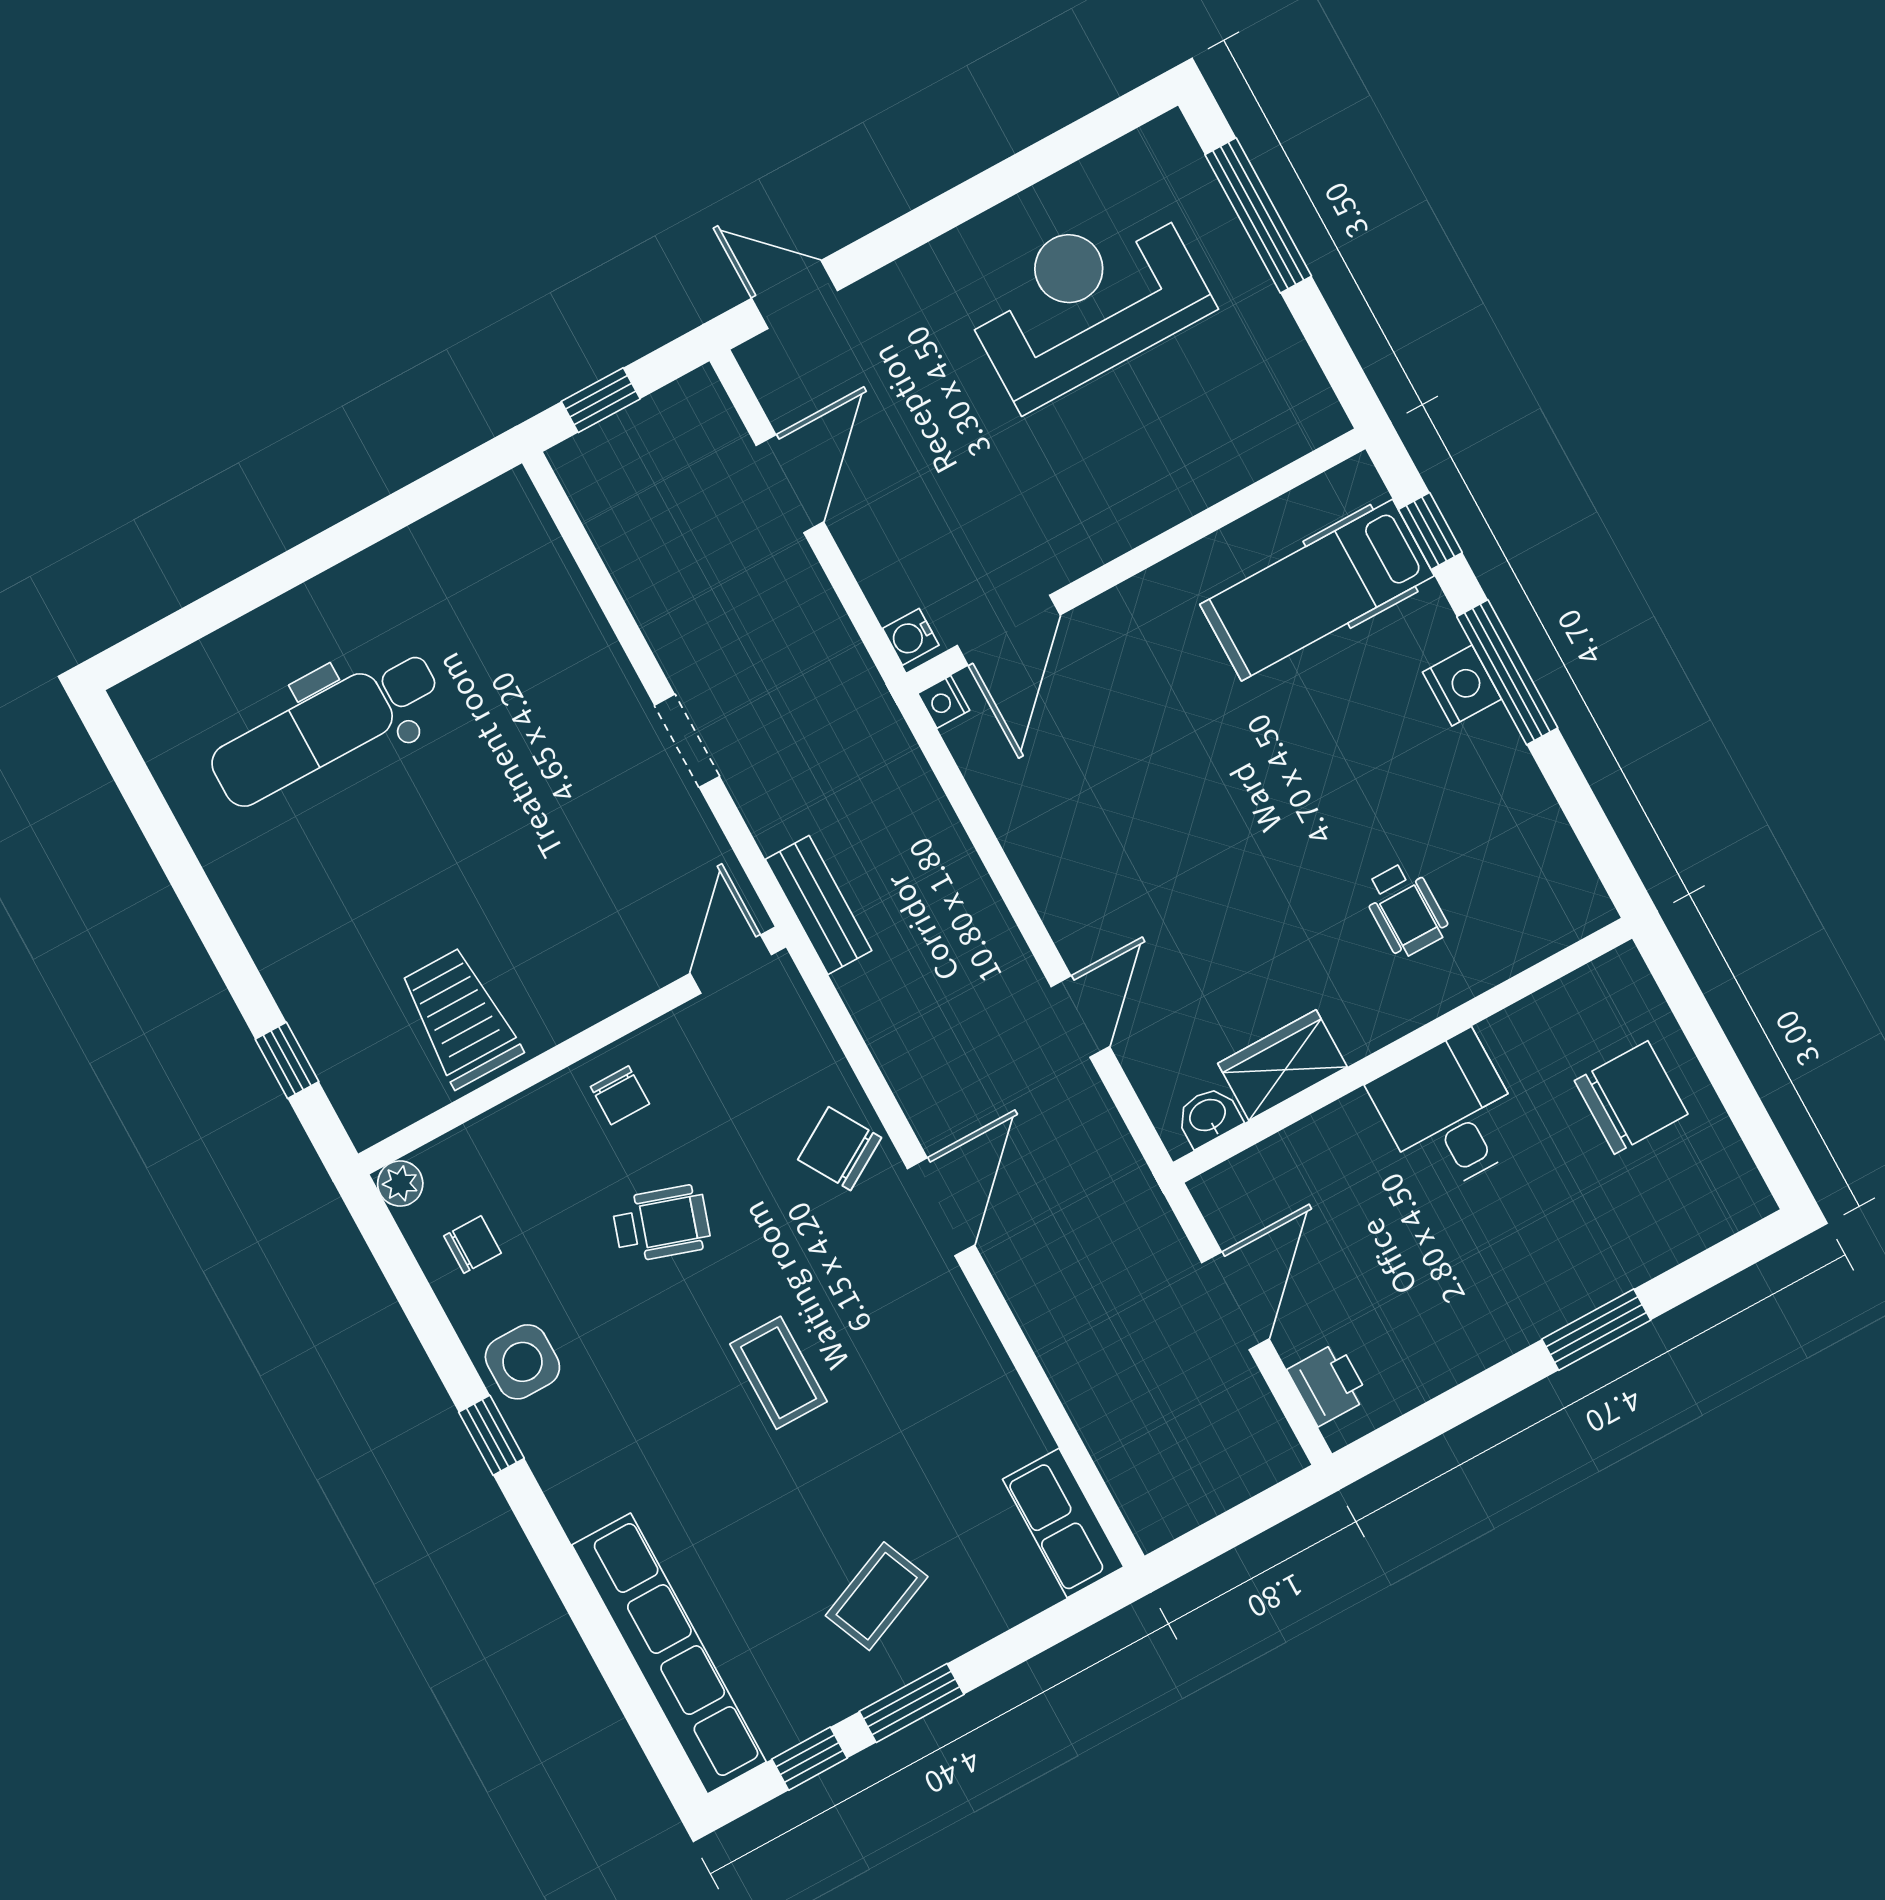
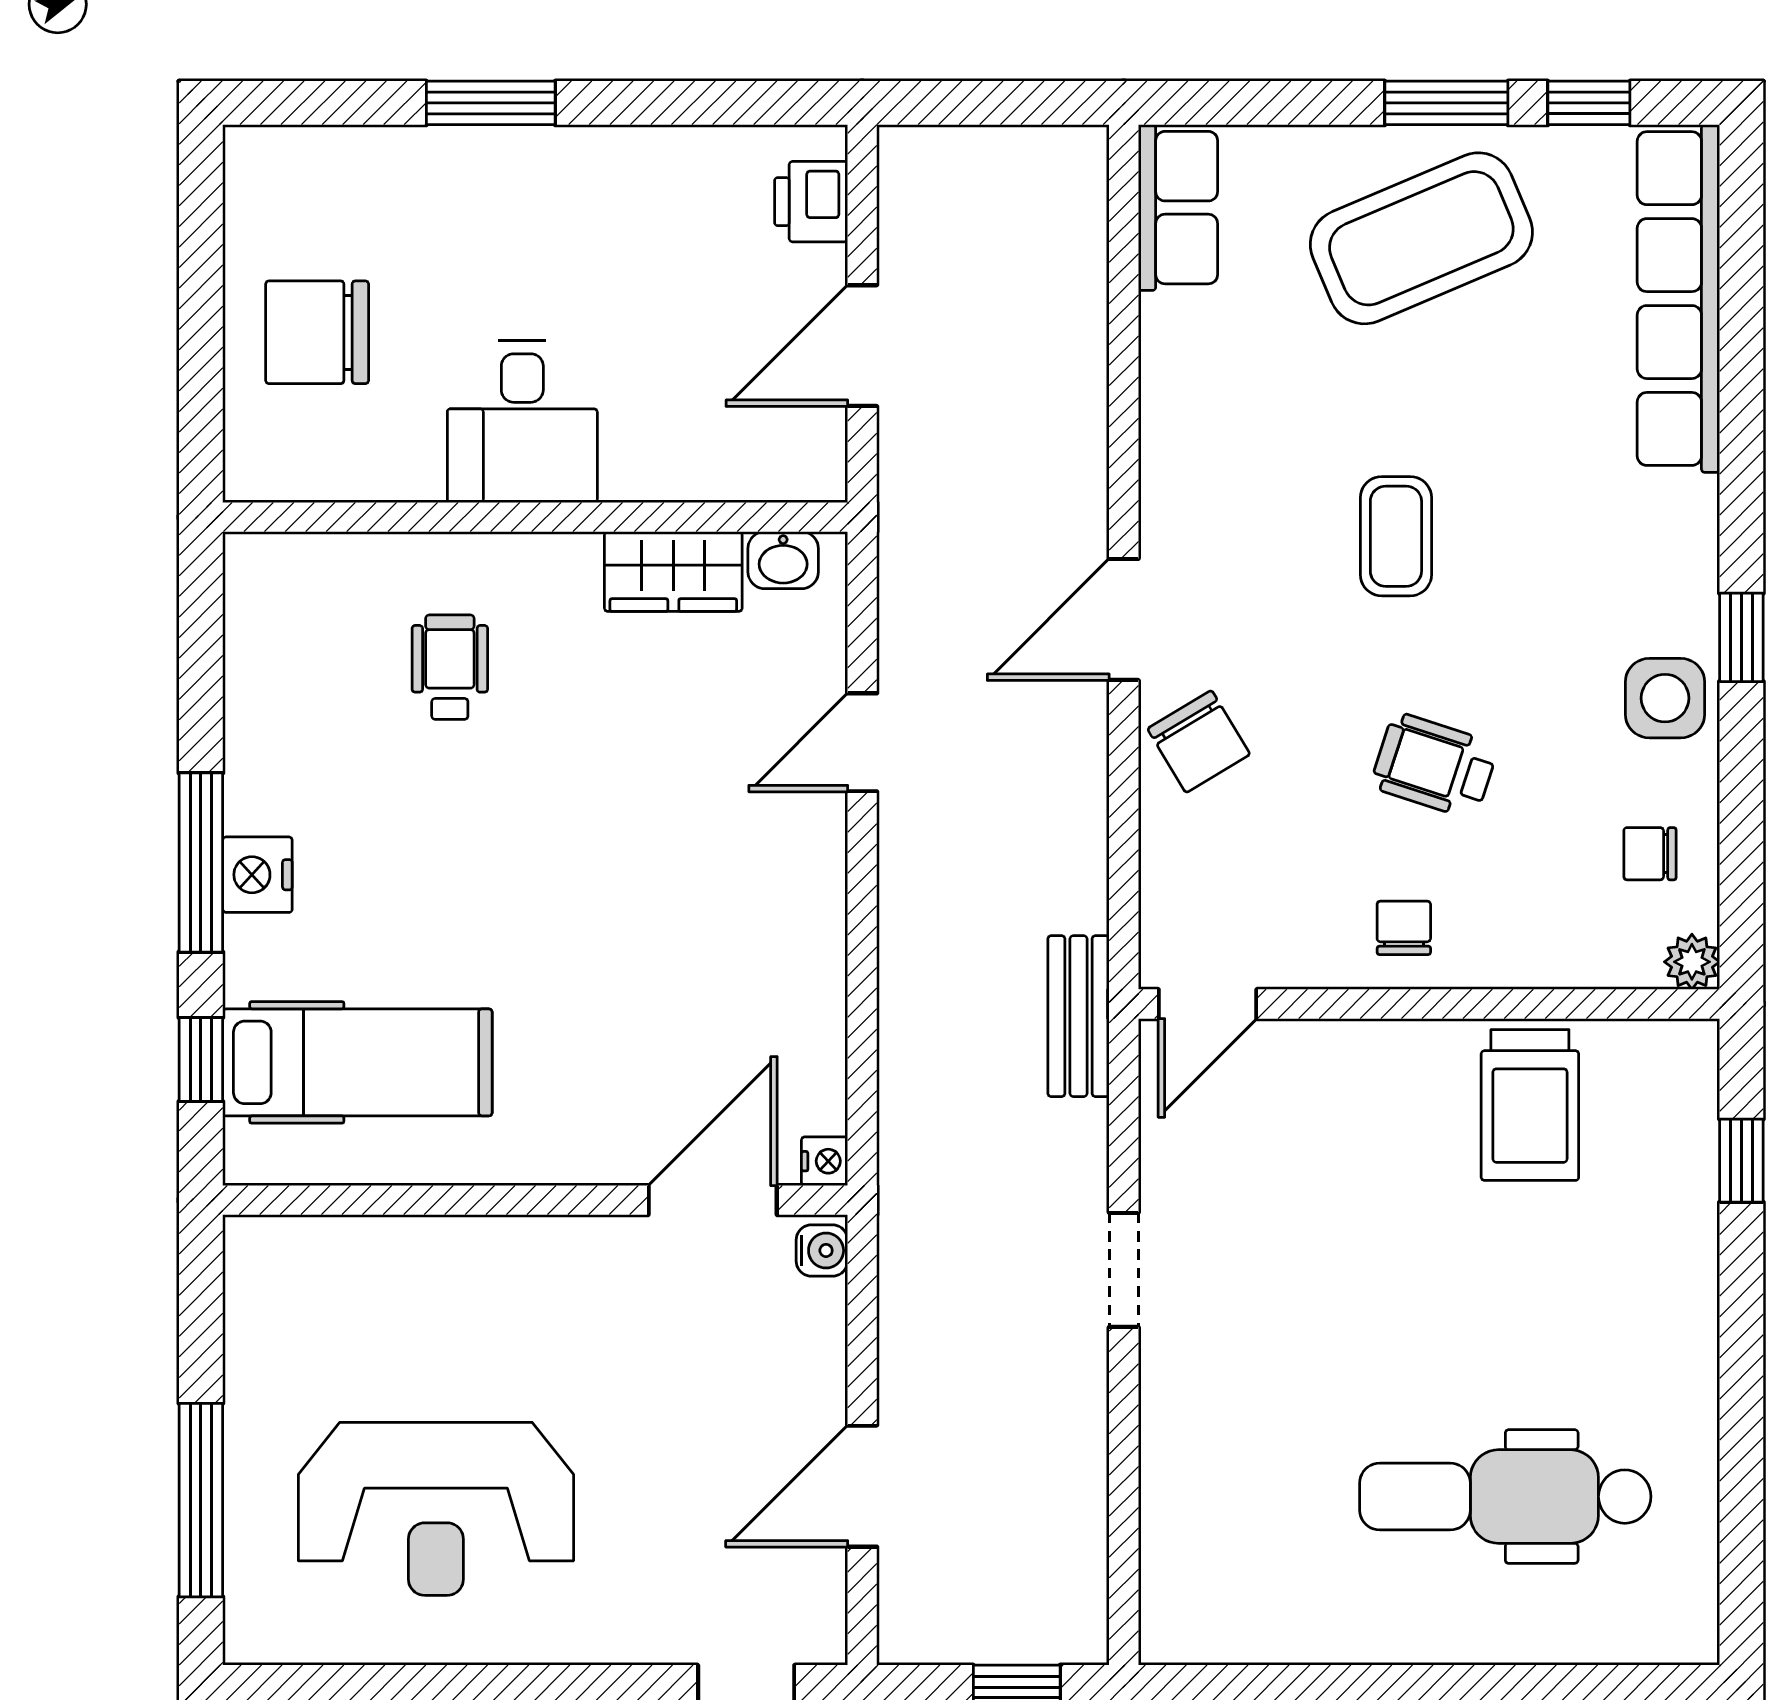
dental chair: (325, 727) -> (1505, 1497), turned 180
coffee table: (877, 1596) -> (1421, 238), width x1.86, depth x1.72

